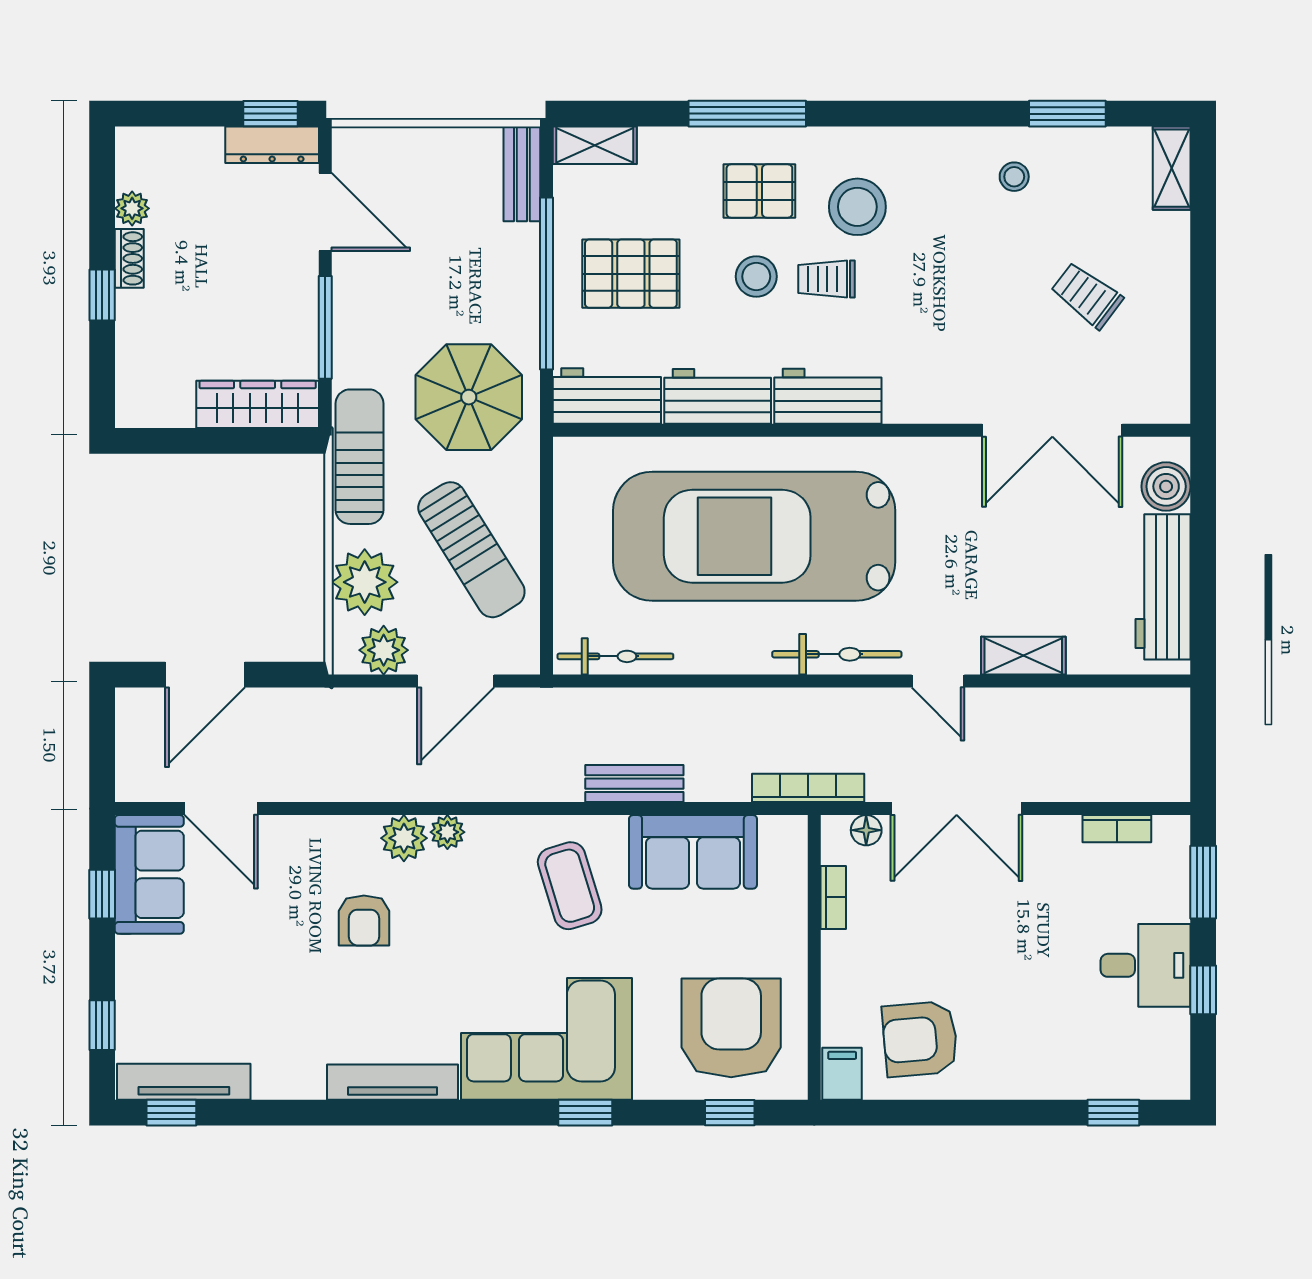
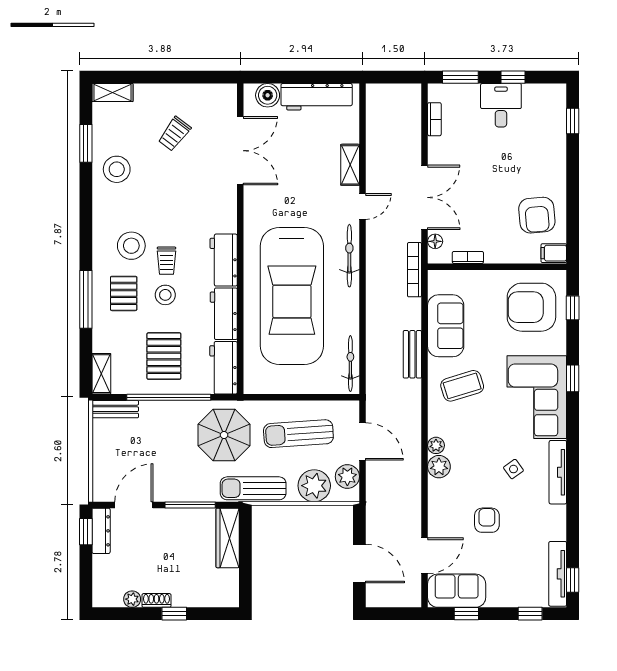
stool: (1014, 177) -> (117, 169), width x1.89, depth x1.89
sun lounger: (471, 550) -> (298, 434), turned -152
armchair: (364, 921) -> (487, 520), moved, turned -90
side table: (399, 991) -> (513, 469), added

